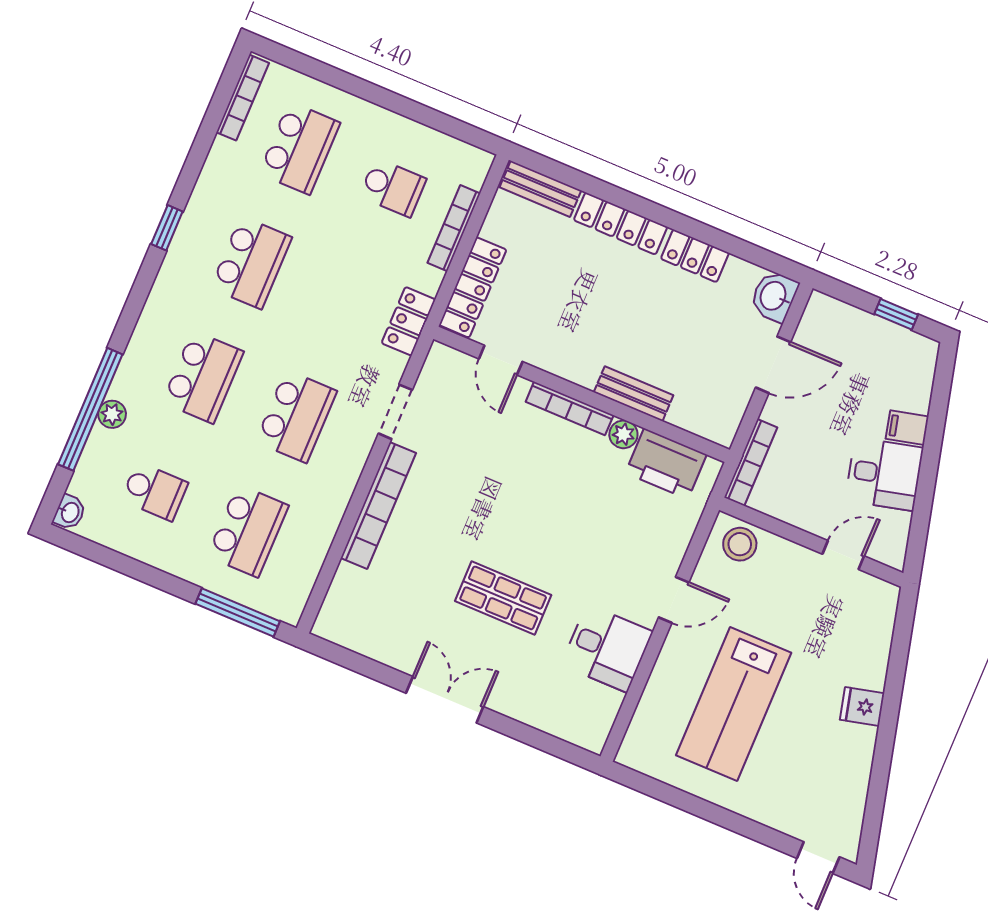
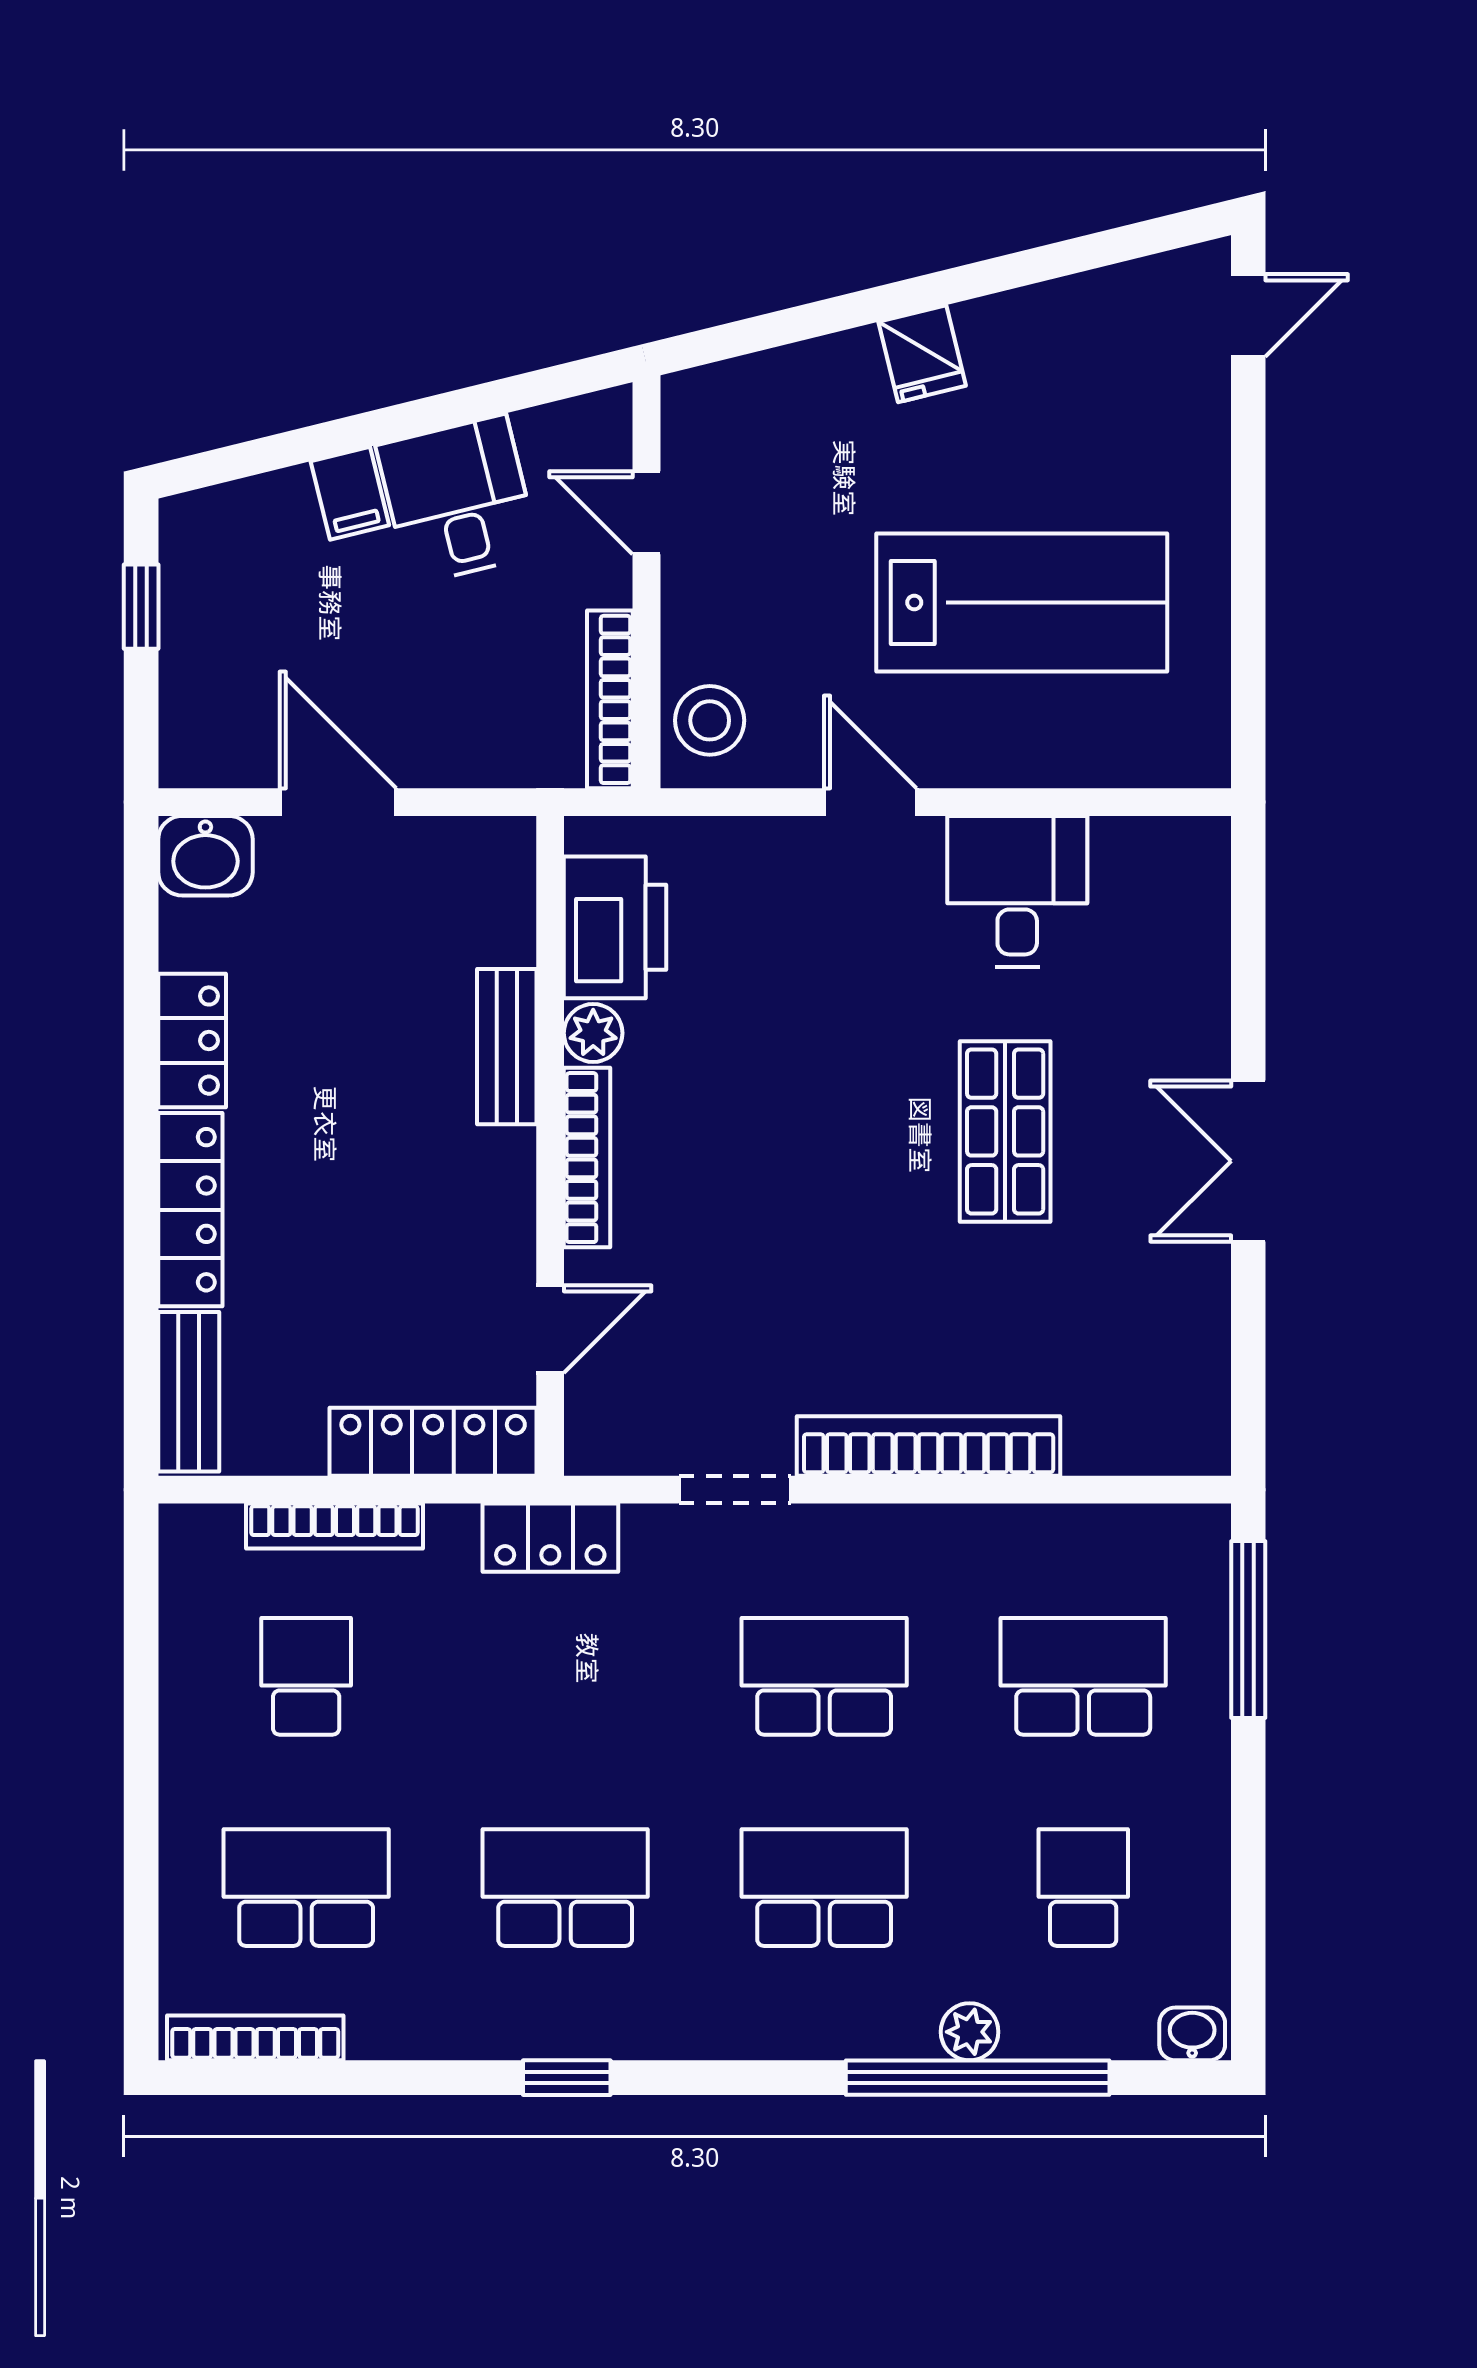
bookcase: (751, 463) -> (610, 699), moved, turned -90

